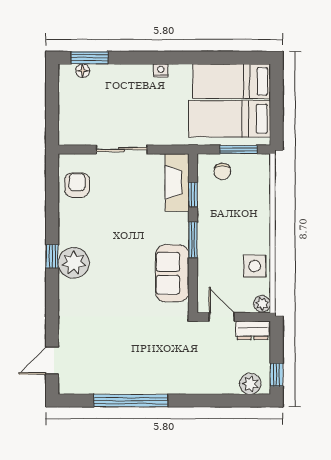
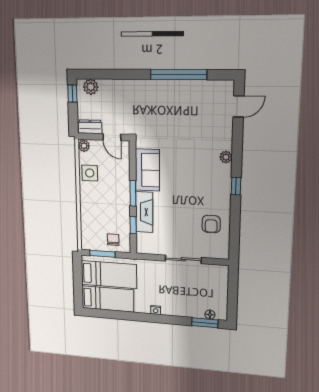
fireplace: (177, 182) -> (144, 212), moved
armchair: (77, 185) -> (211, 224), moved
plant: (74, 263) -> (226, 157), moved, width x0.53, depth x0.53

